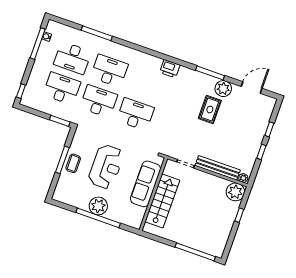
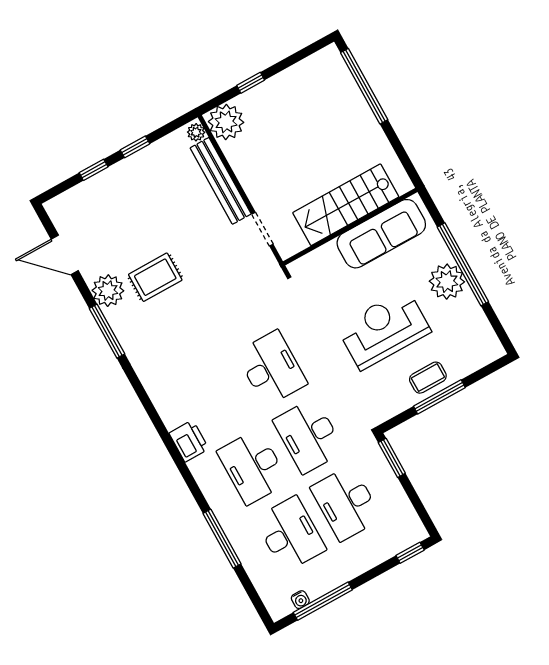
printer: (170, 69) -> (189, 441), moved
desk: (135, 114) -> (271, 368), turned 180
sofa: (146, 184) -> (381, 234), moved

